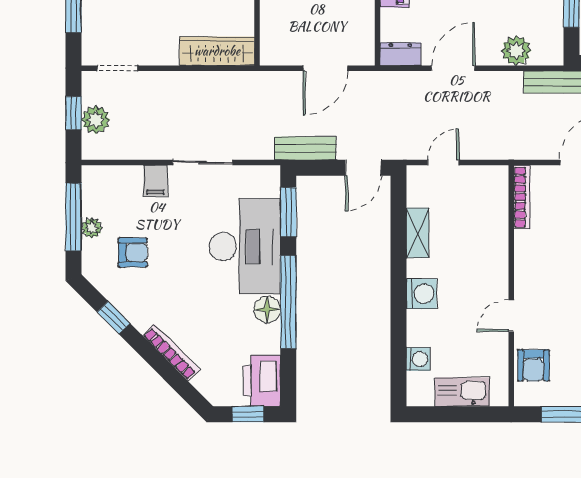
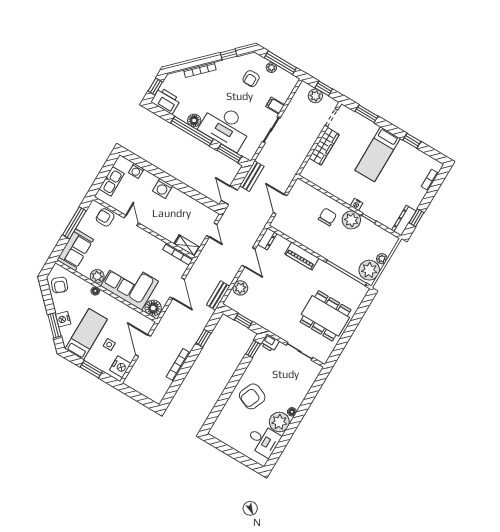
wardrobe: (217, 51) -> (324, 146), moved
shelving: (418, 233) -> (187, 246), moved

